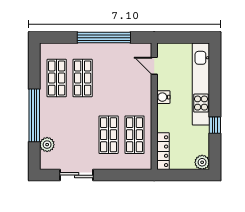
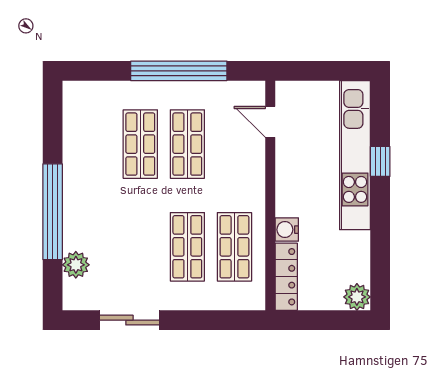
shop shelf: (57, 78) -> (187, 144), moved
water cooler: (163, 97) -> (287, 230), moved
window: (215, 125) -> (380, 161), moved

